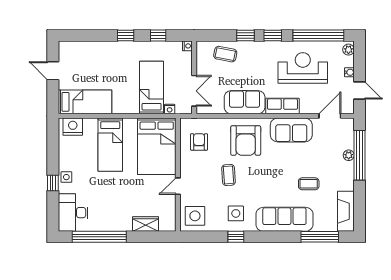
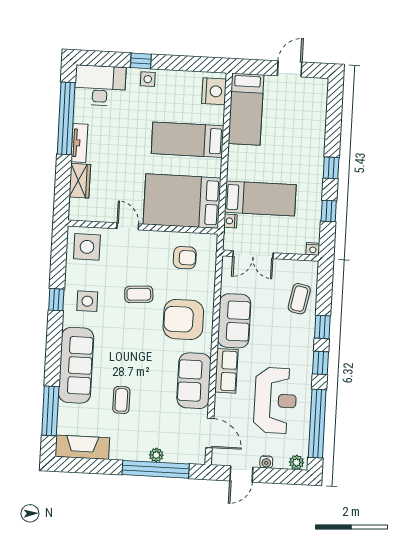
tv unit: (117, 226) -> (79, 143), added

